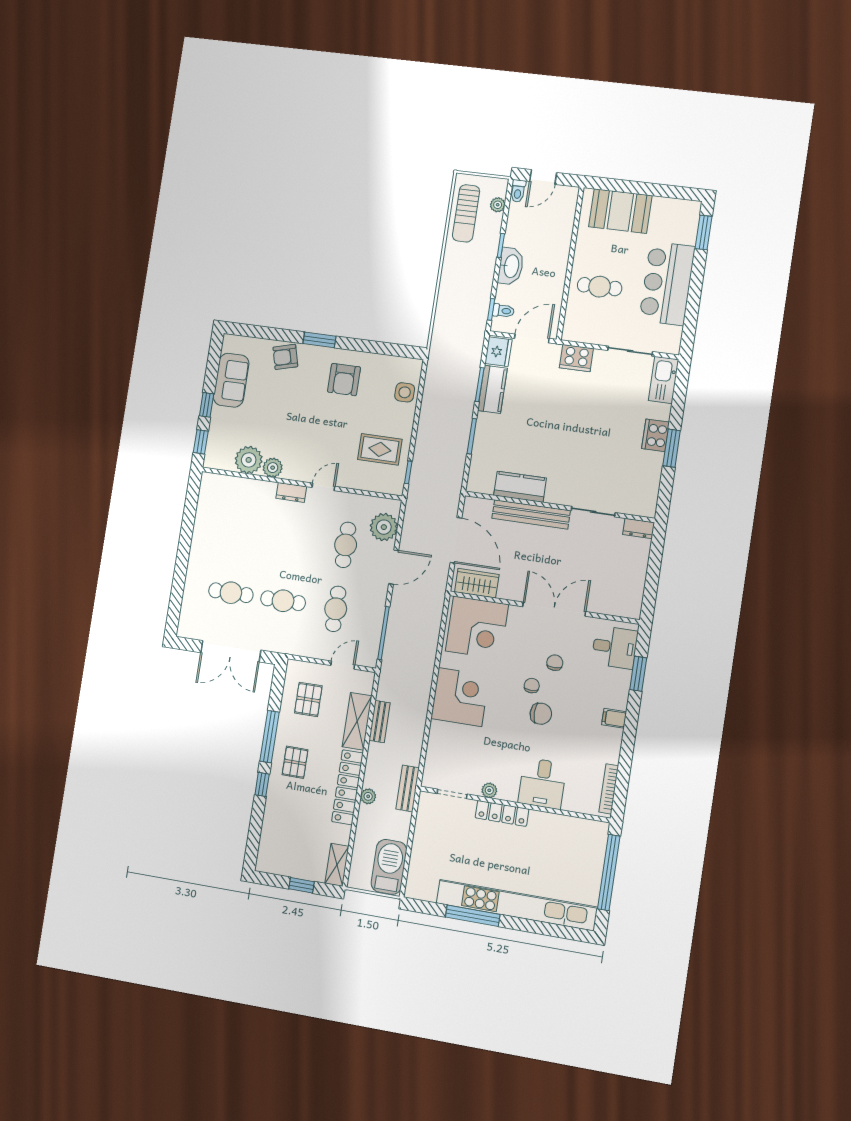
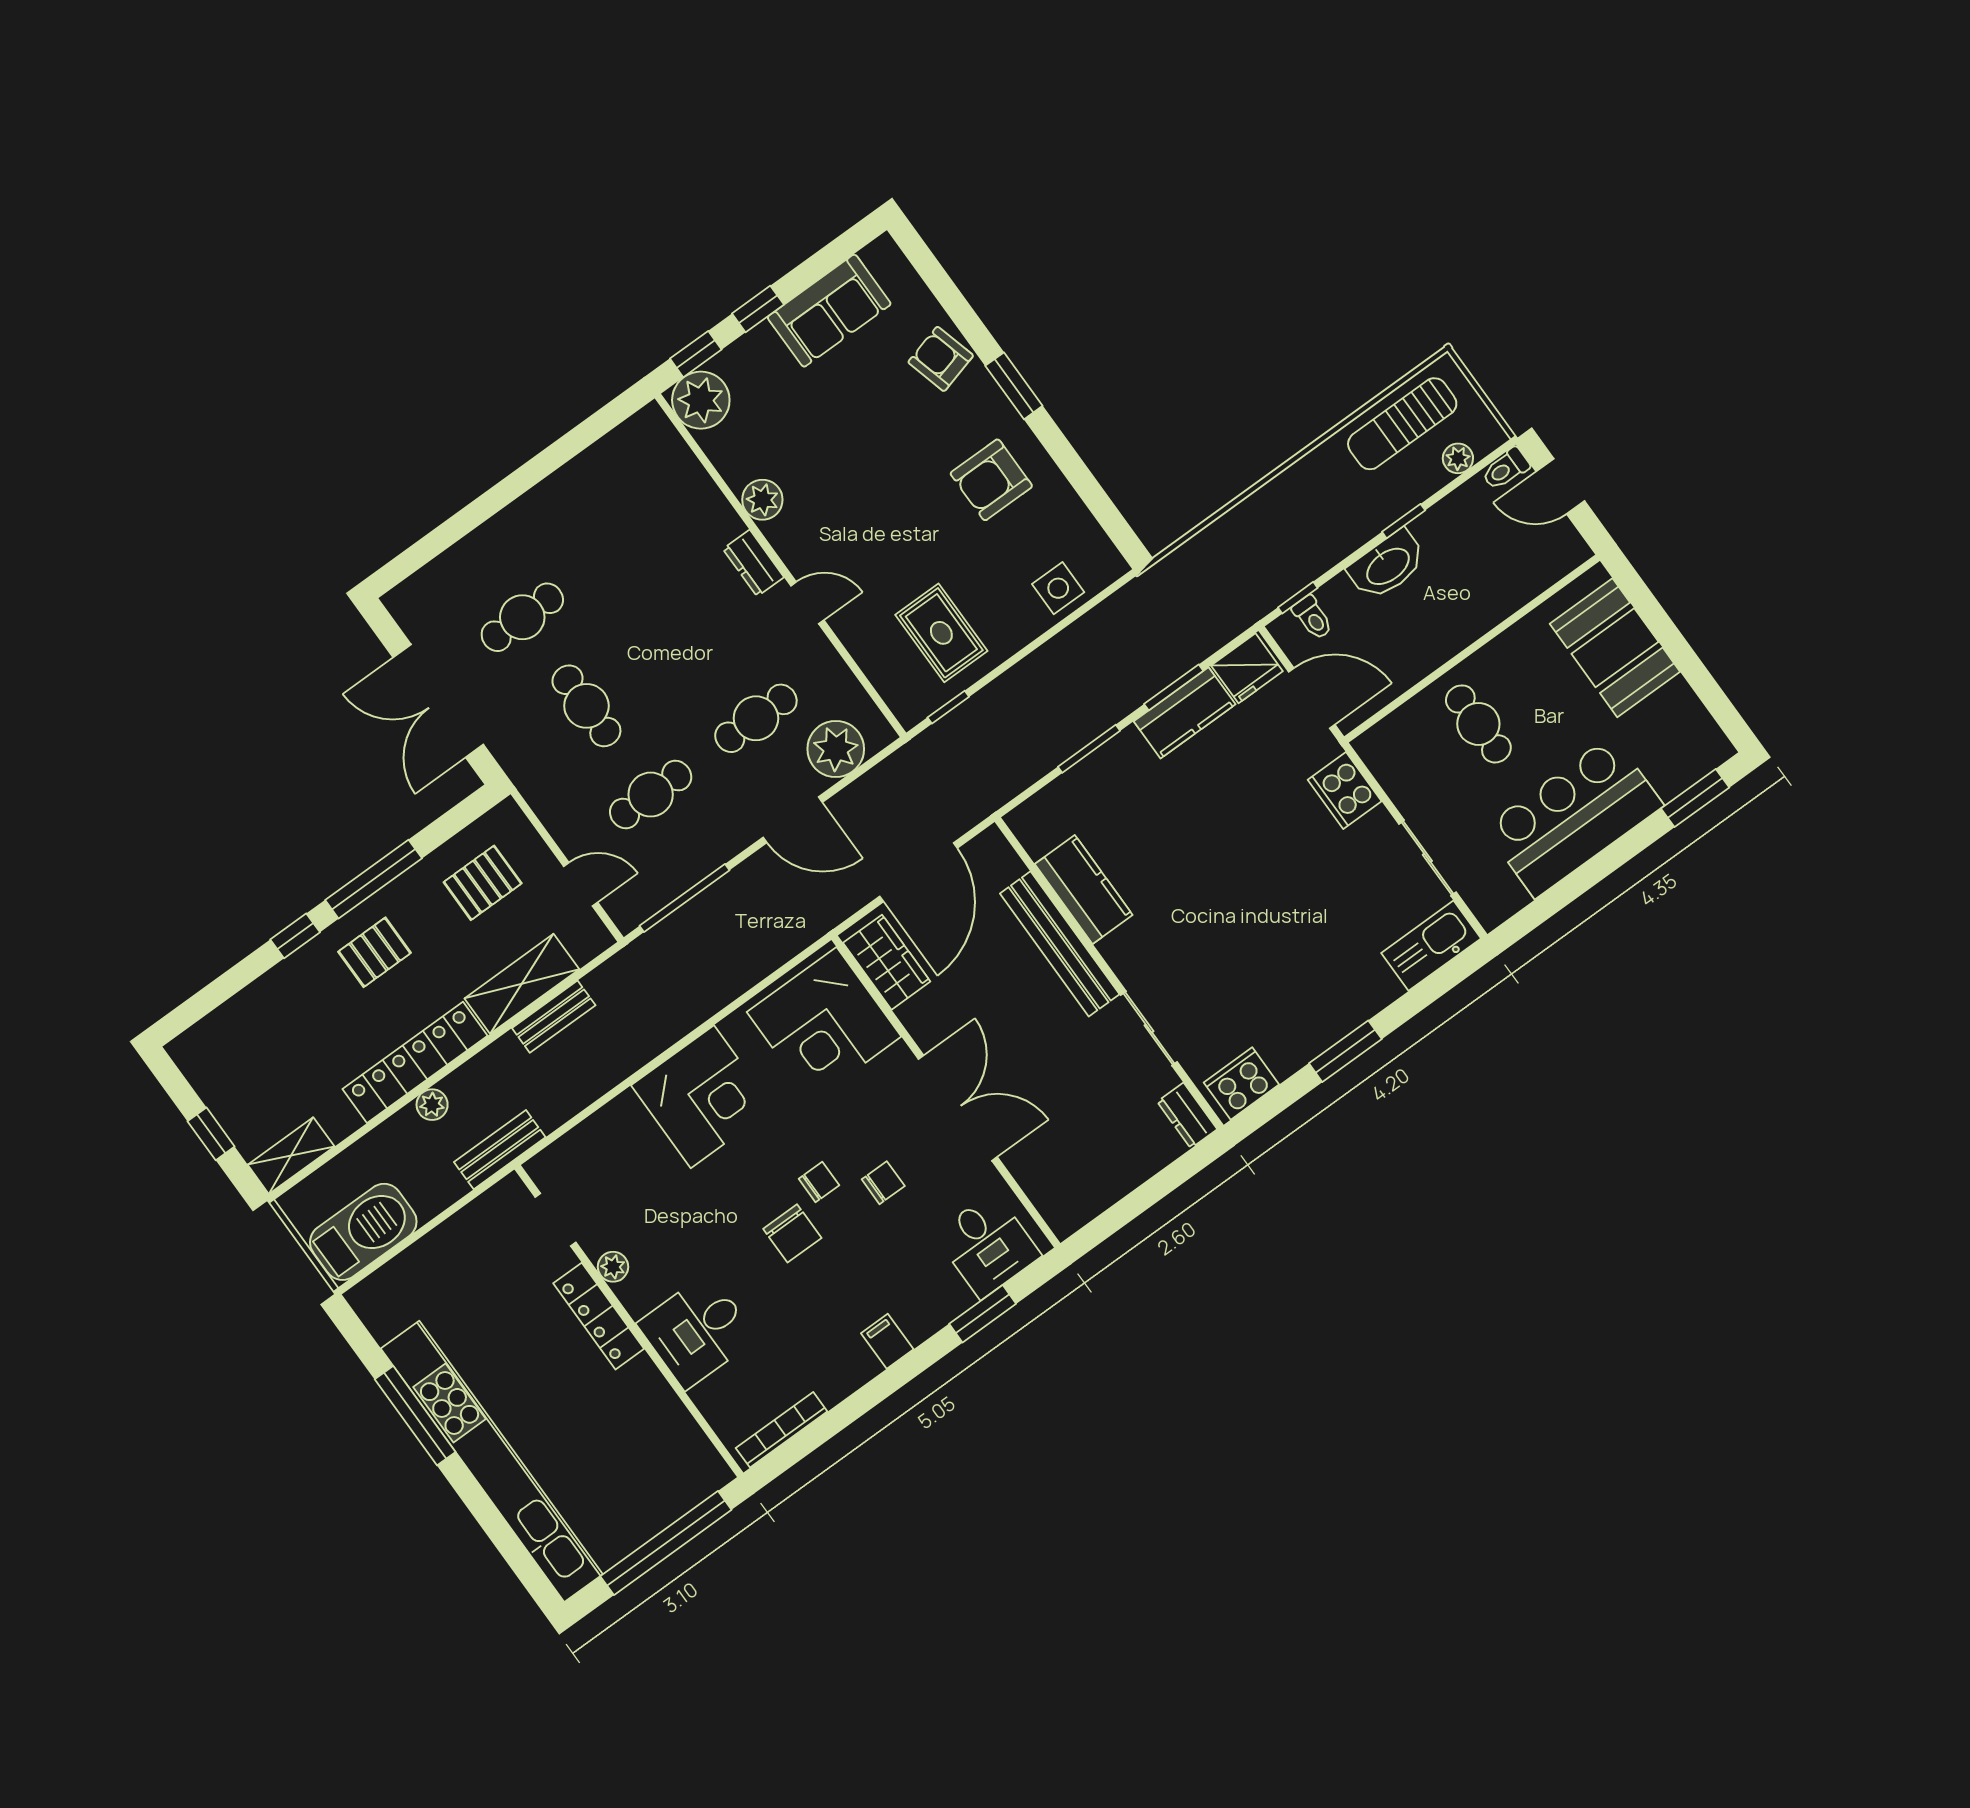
cooker: (655, 435) -> (1241, 1083), moved
plant: (249, 460) -> (701, 400), moved
cafe table: (231, 593) -> (522, 617), turned 90

